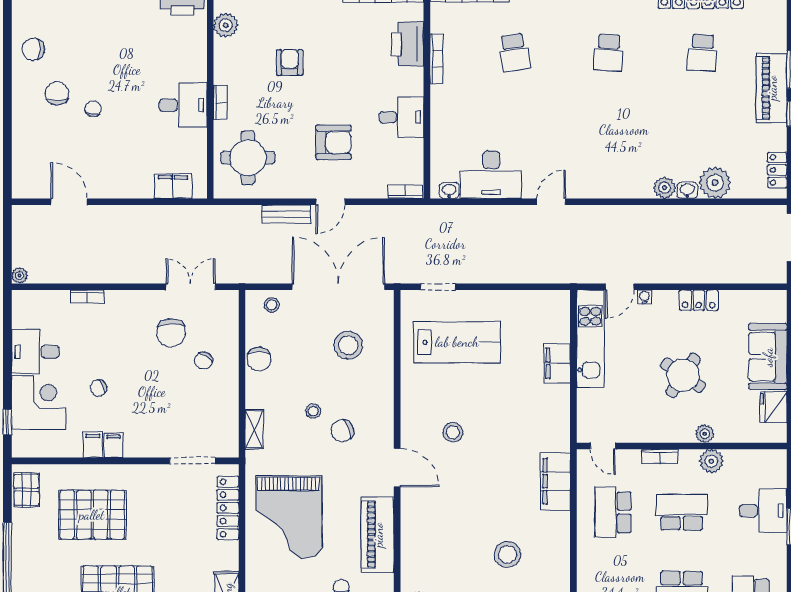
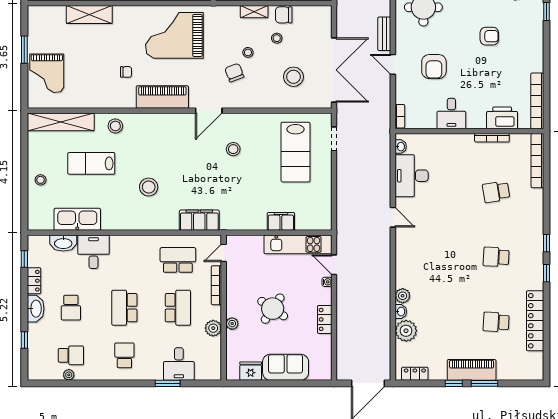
stool: (272, 305) -> (277, 38), moved
shelving: (254, 429) -> (254, 12), moved
bookcase: (660, 456) -> (216, 285), width x1.56

